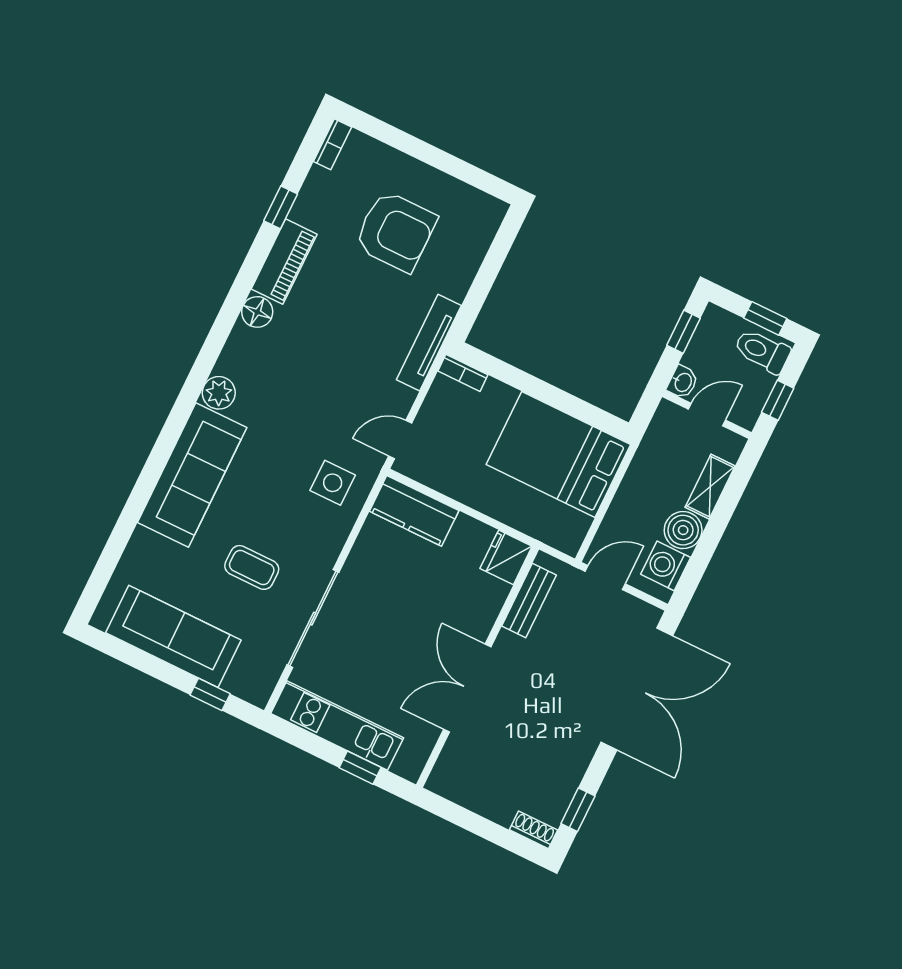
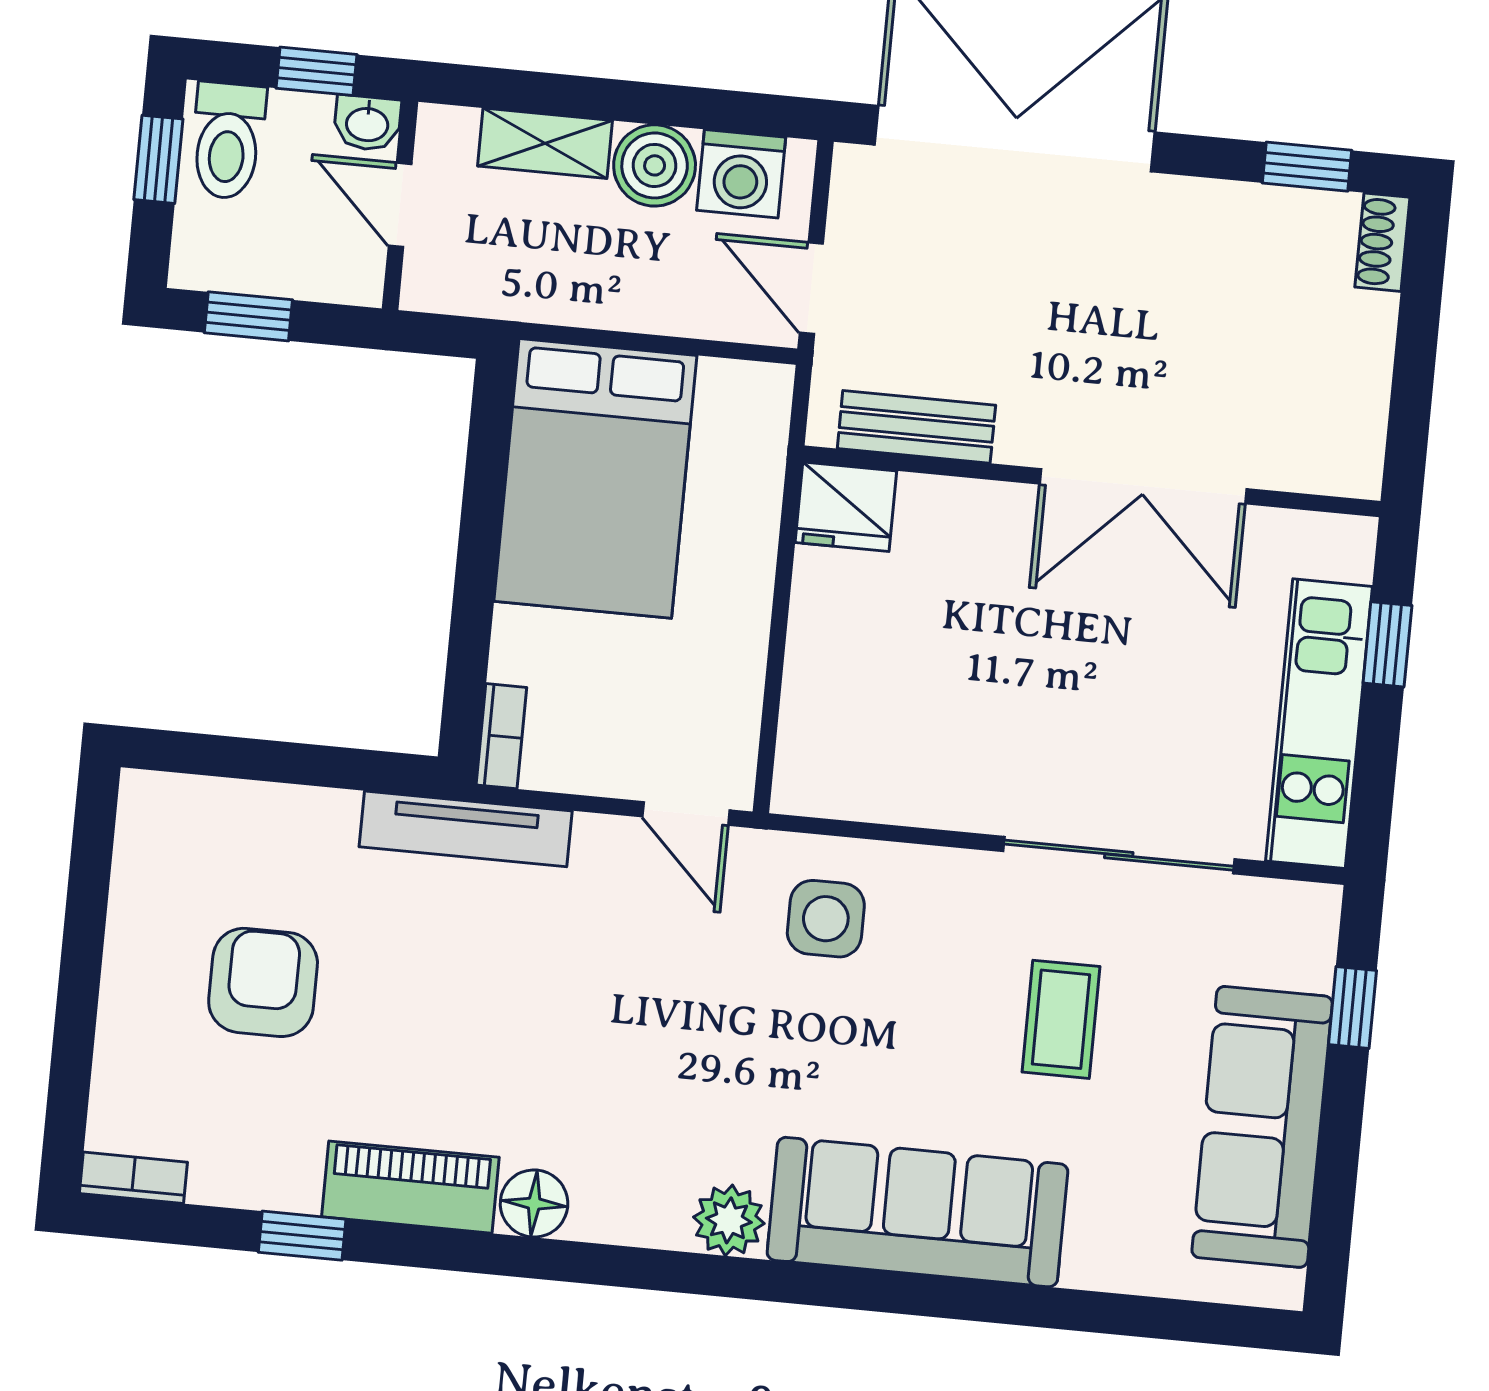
armchair: (396, 231) -> (263, 982), width x0.73, depth x0.73
washbasin: (683, 382) -> (367, 123), moved, turned 180
kitchen counter: (414, 511) -> (821, 730), removed

